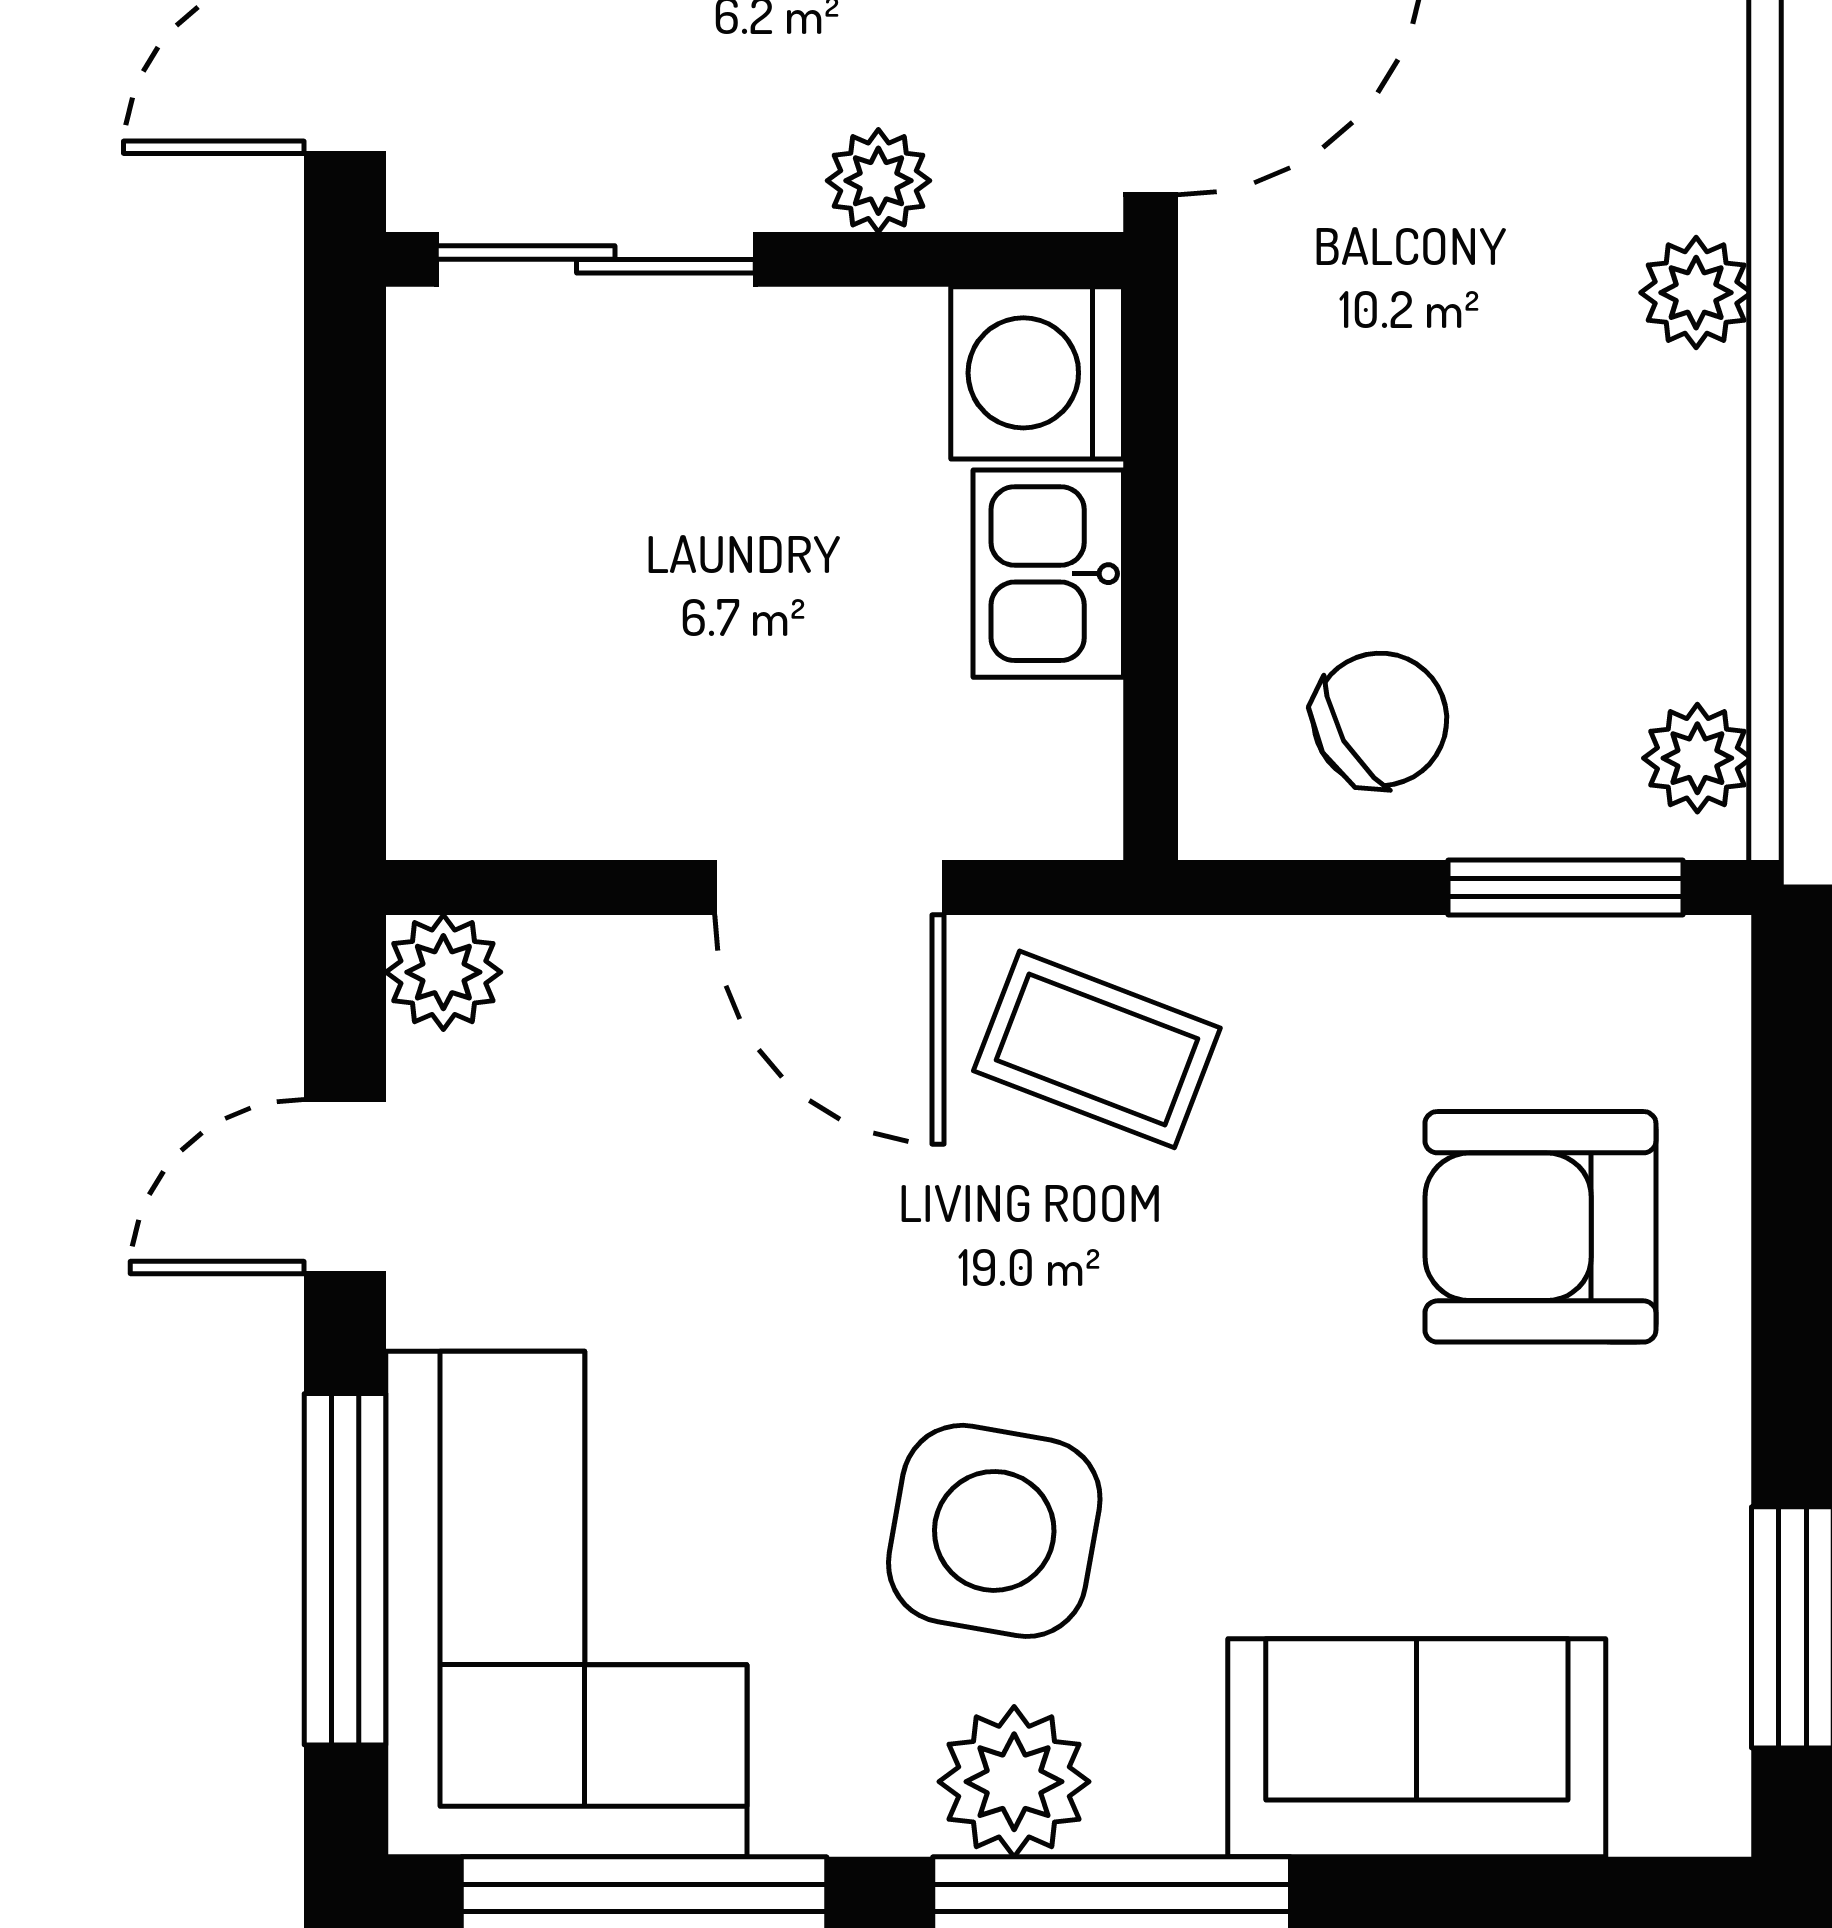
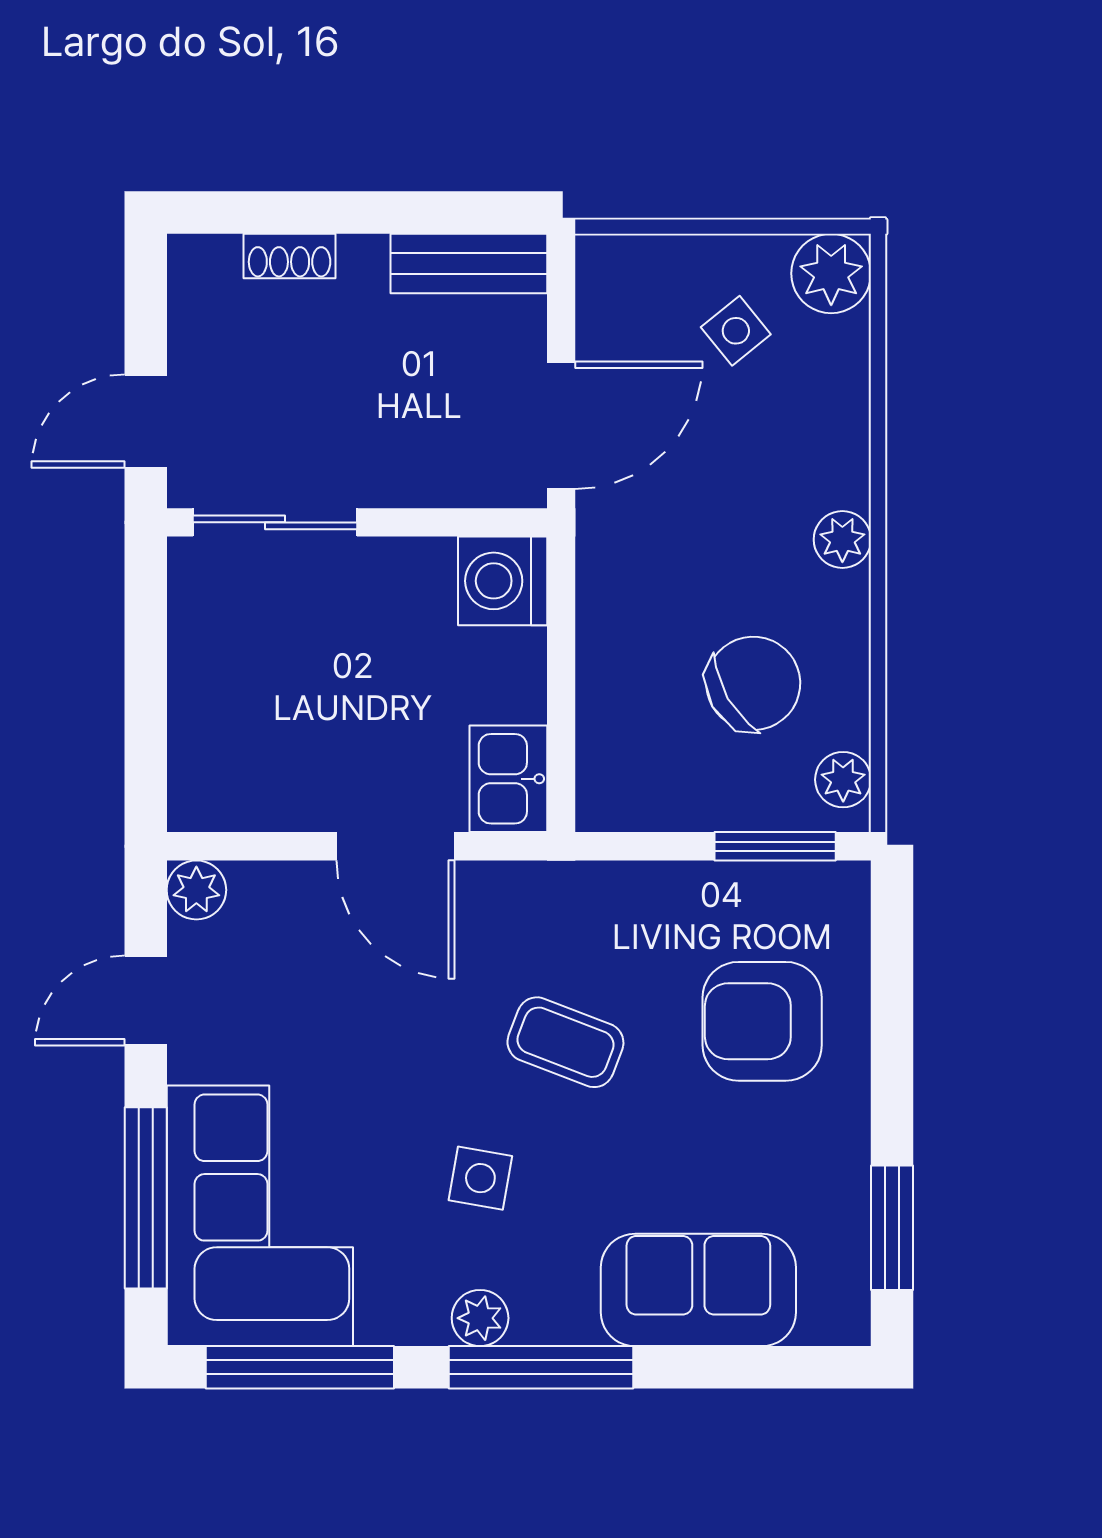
plant: (878, 181) -> (421, 482), removed
kitchen sink: (1048, 574) -> (508, 779), moved
chair: (1380, 719) -> (753, 683), moved, width x1.37, depth x1.37
coffee table: (1097, 1049) -> (565, 1042), moved
side table: (994, 1531) -> (480, 1178), width x0.54, depth x0.54
plant: (1014, 1782) -> (480, 1318), width x0.73, depth x0.73

